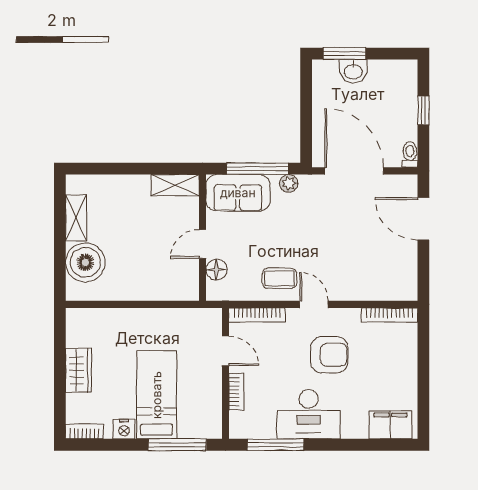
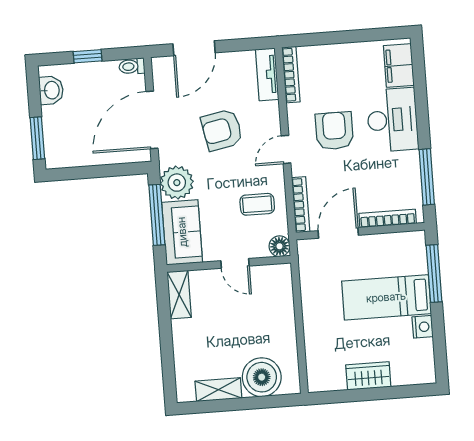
washbasin: (353, 71) -> (51, 90), moved
plant: (289, 183) -> (177, 183), width x1.88, depth x1.88
armchair: (339, 241) -> (222, 130), added
floor lamp: (216, 270) -> (280, 246), moved
coffee table: (280, 278) -> (257, 204), moved, turned 90
tv unit: (391, 291) -> (267, 74), added
door: (226, 351) -> (338, 233), width x1.38
bookcase: (236, 392) -> (388, 219), width x1.56
desk: (309, 414) -> (392, 120), moved
bookcase: (84, 431) -> (428, 366), removed

